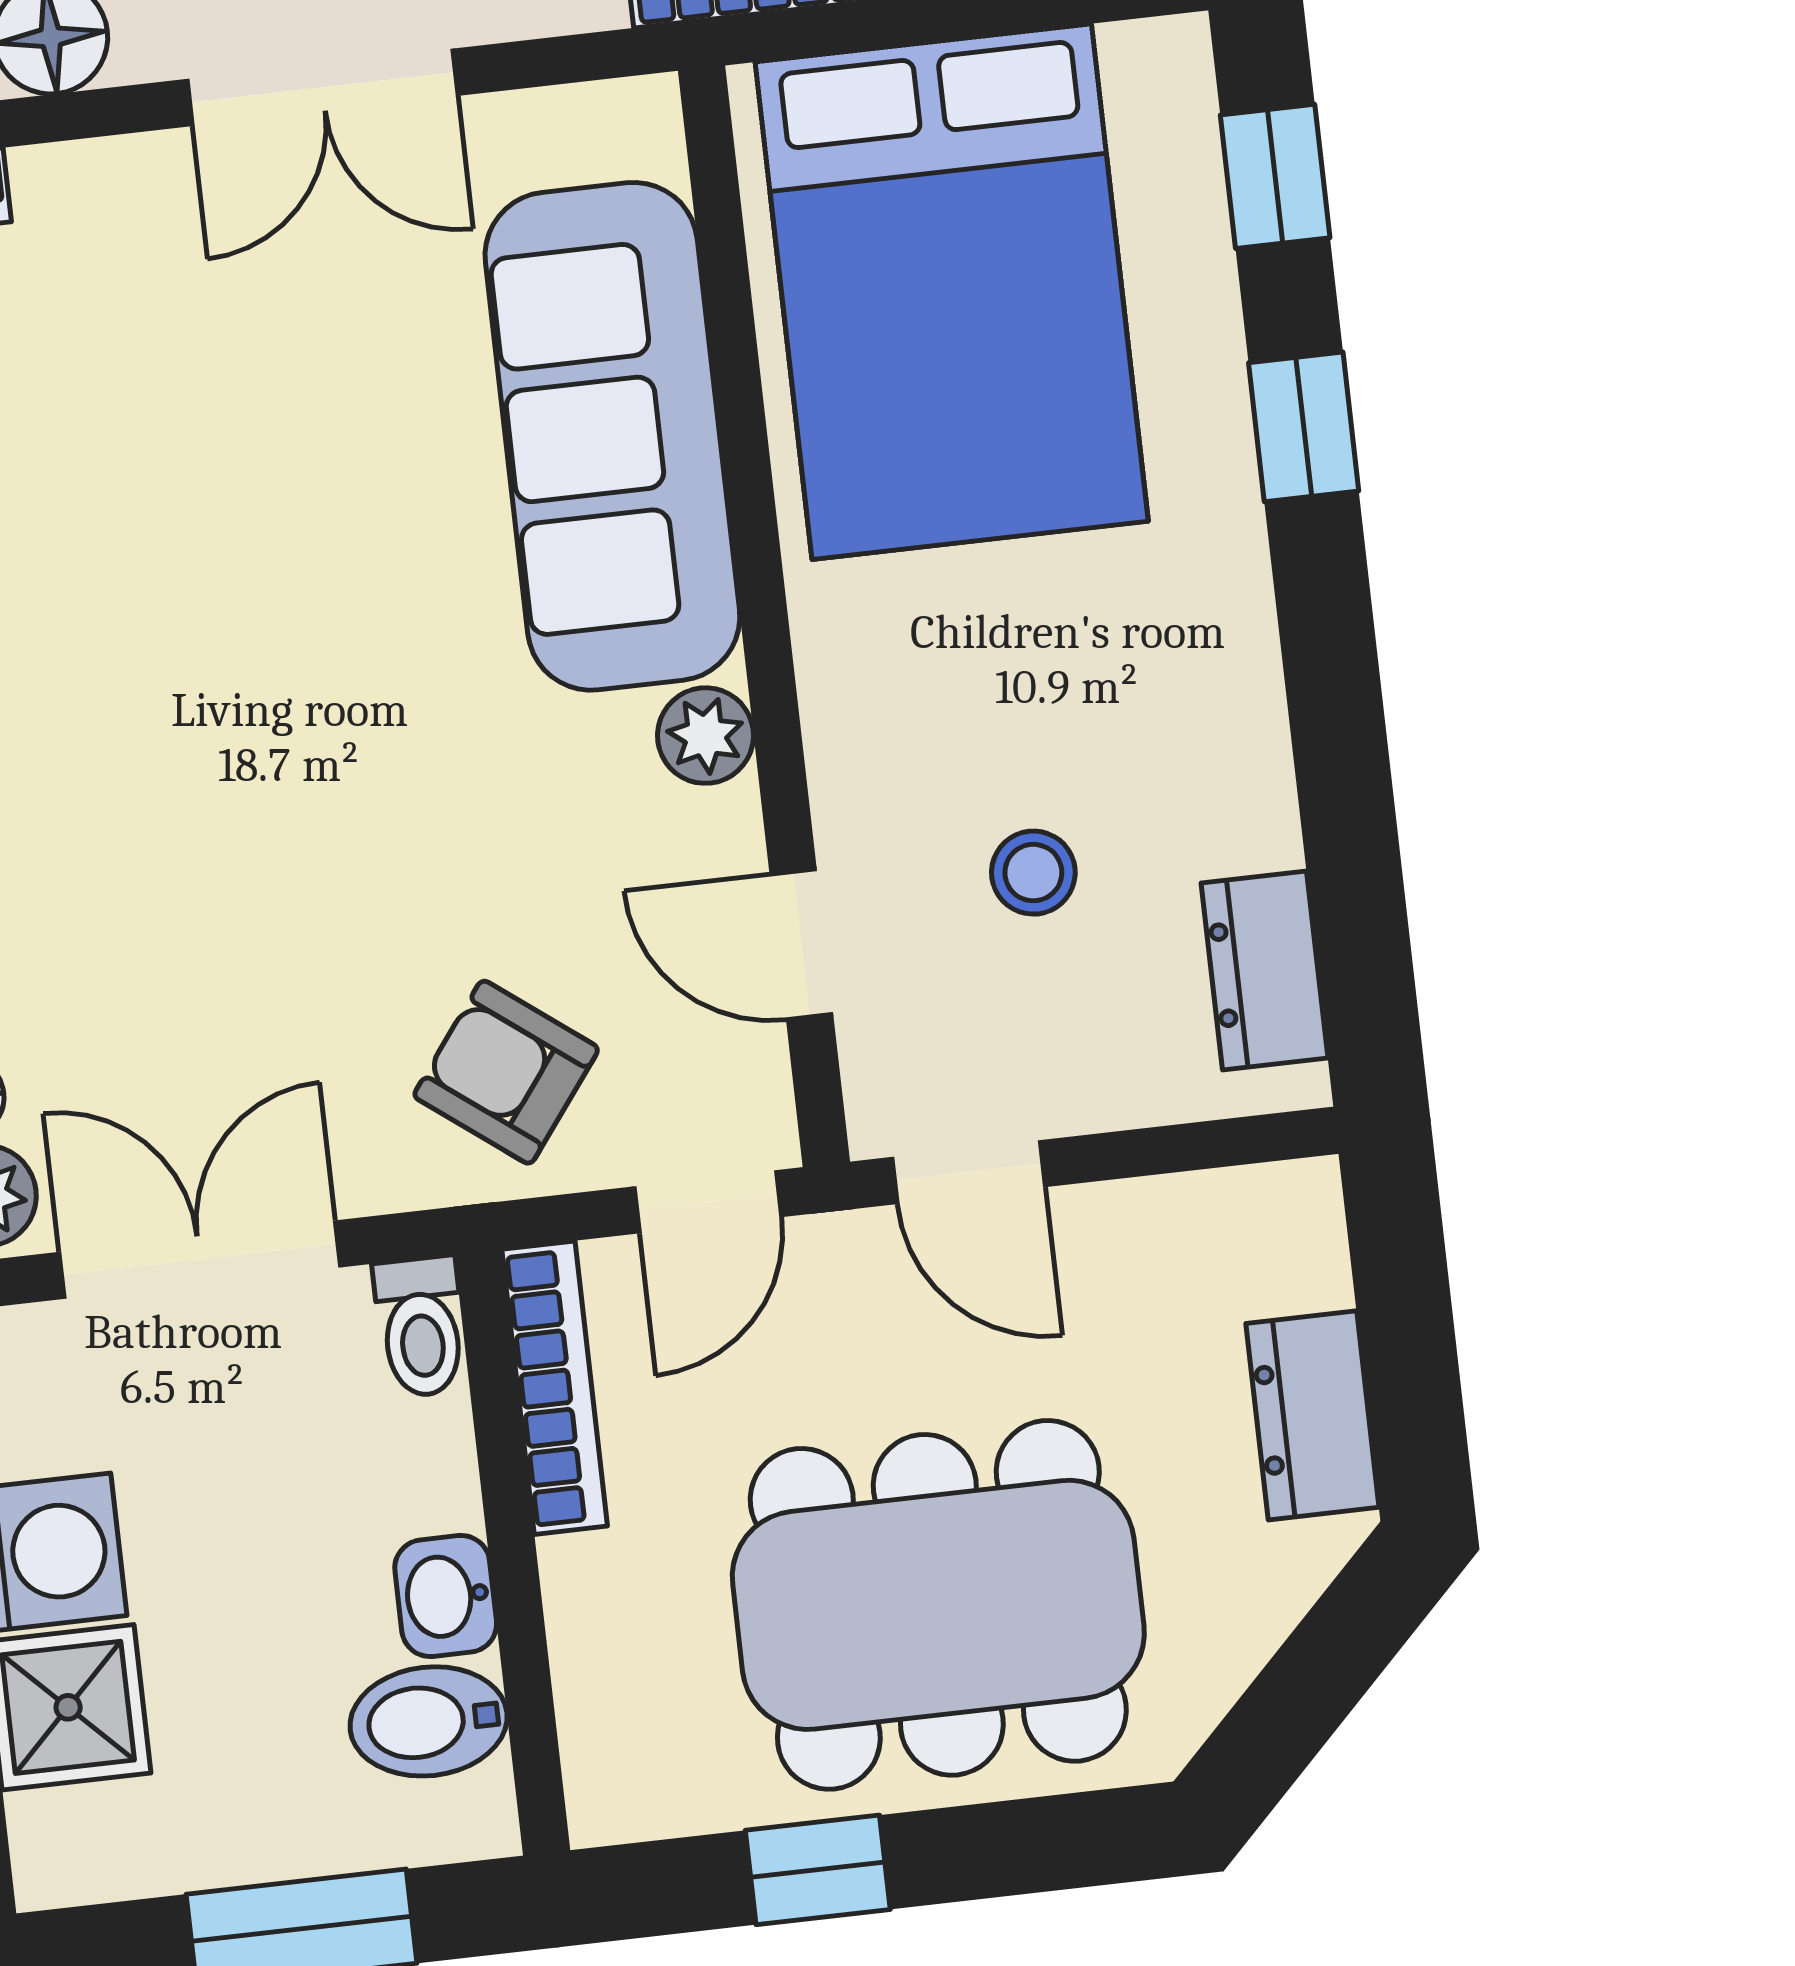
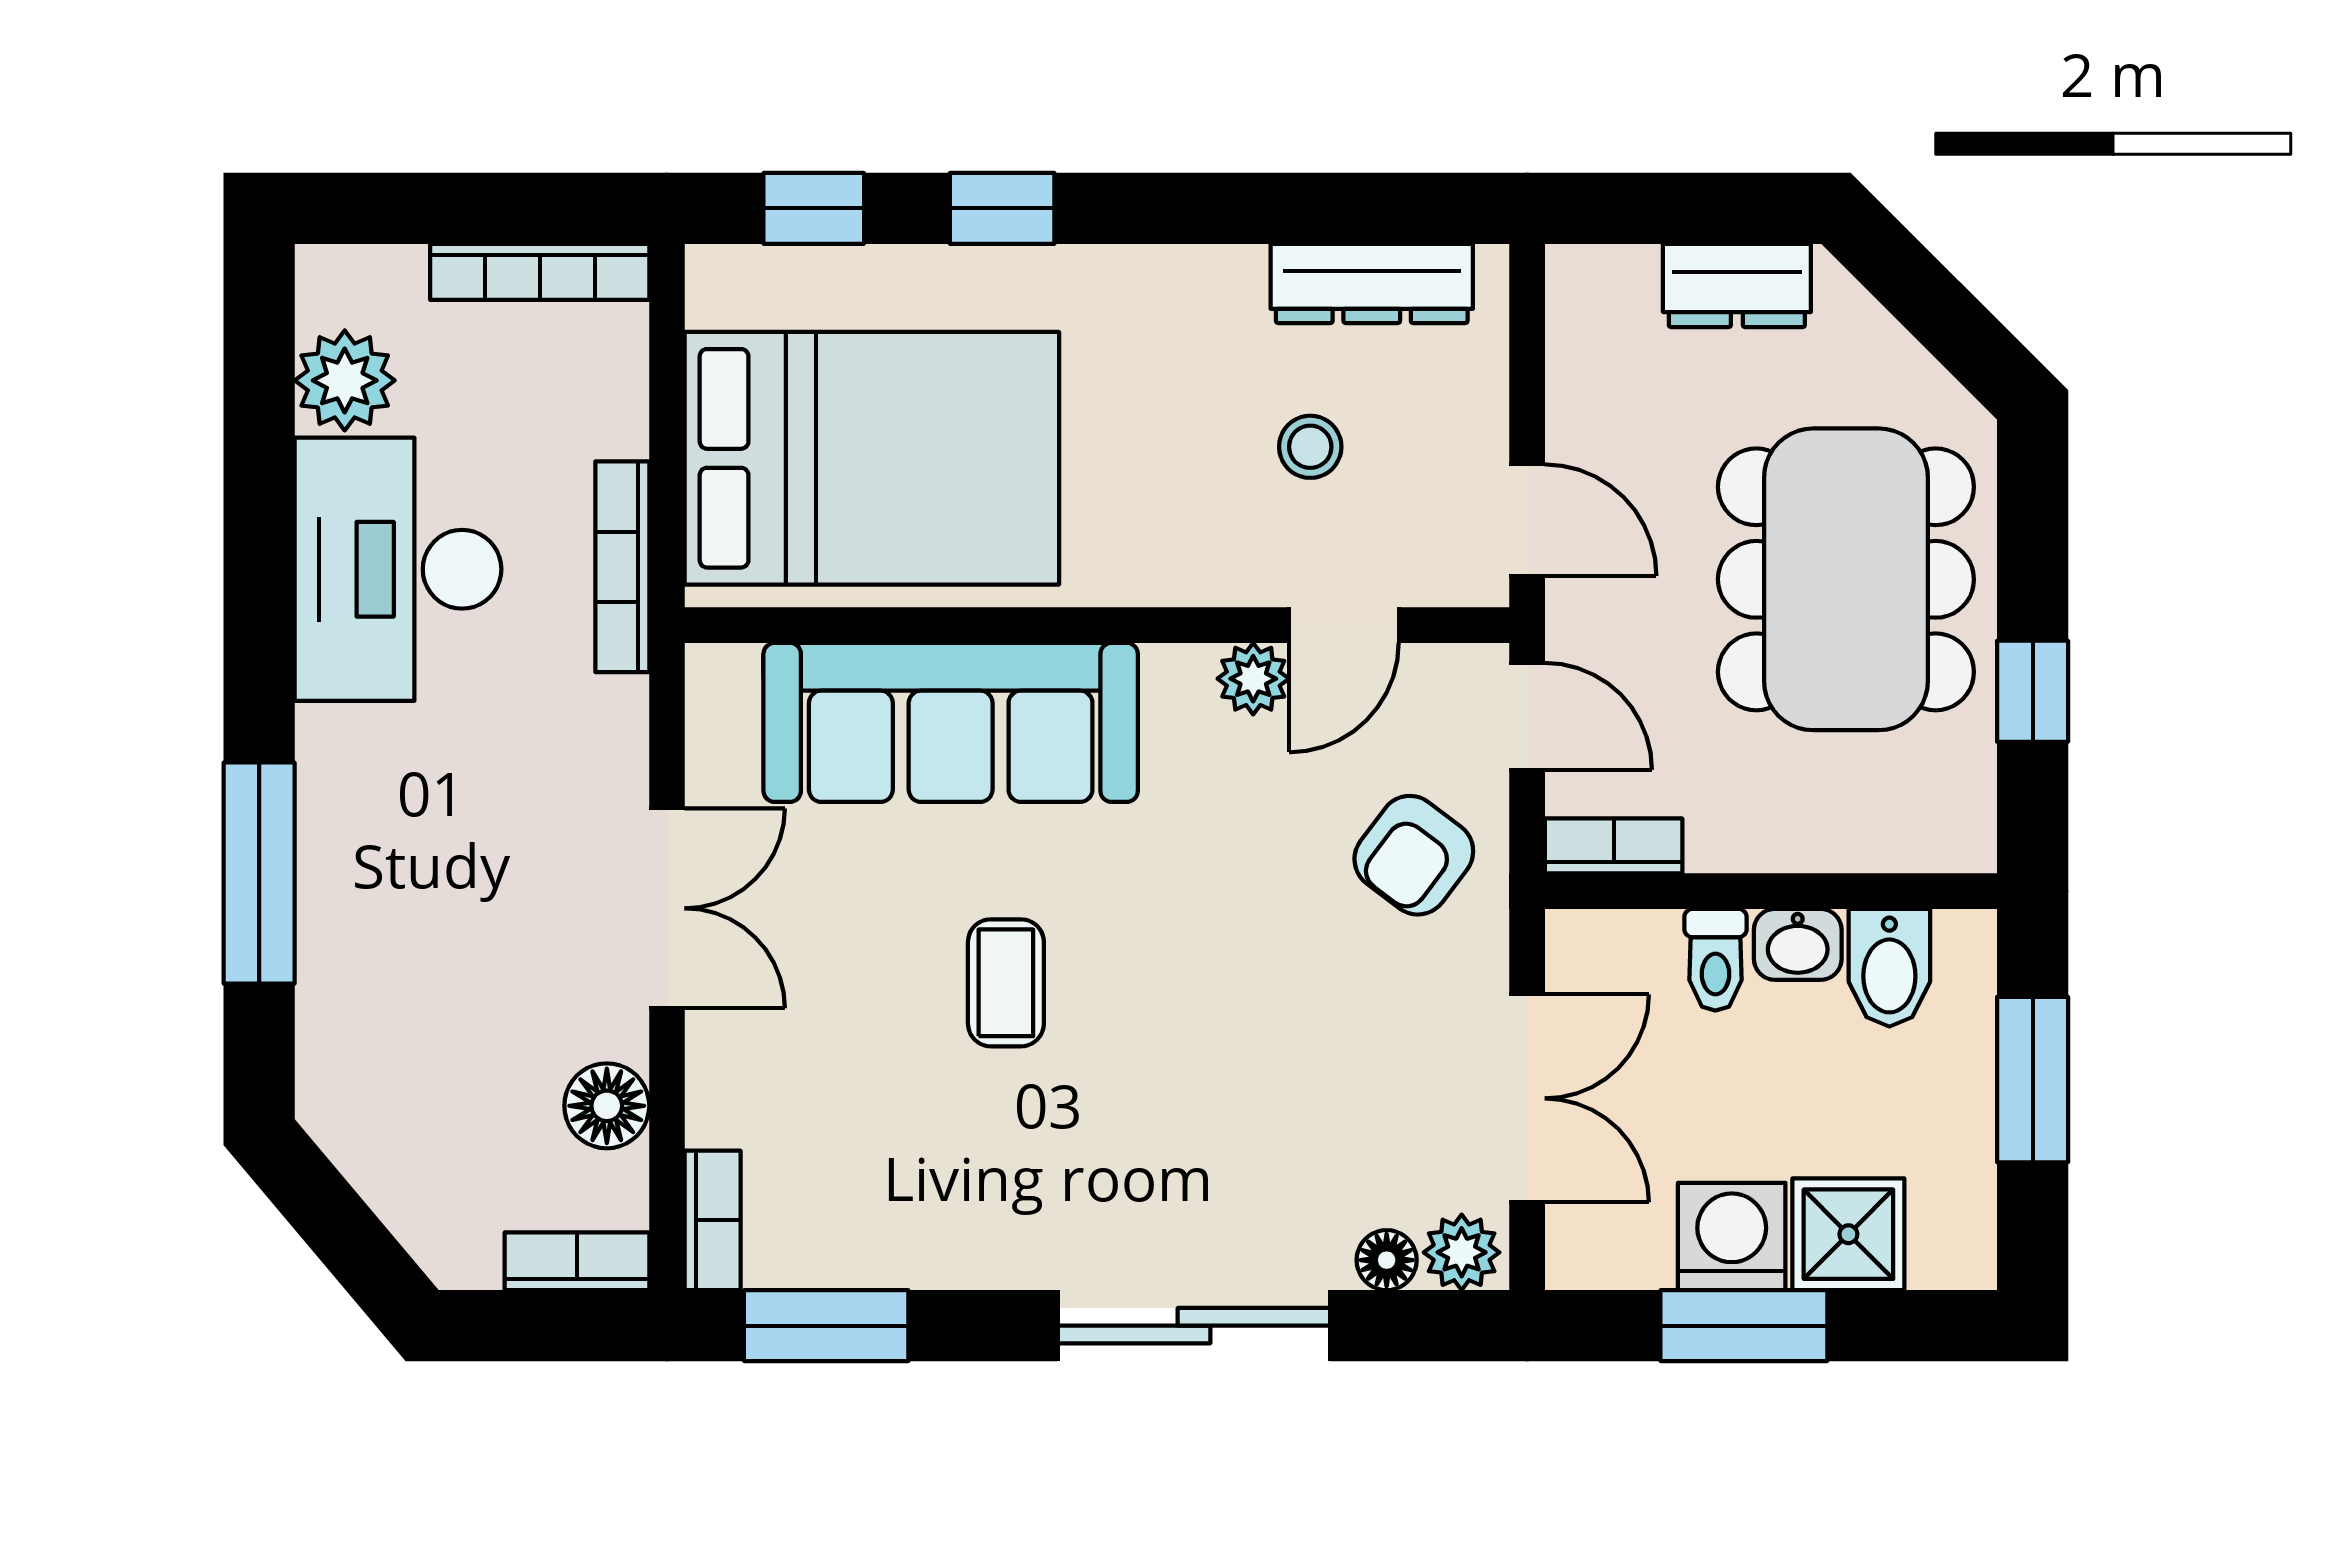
coffee table: (275, 549) -> (1006, 983), added
plant: (705, 736) -> (1253, 679), moved
dresser: (1265, 971) -> (1372, 283), width x1.44
door: (969, 1172) -> (1527, 520), hinge flipped
double door: (200, 1260) -> (1527, 1098), swing flipped
toilet: (421, 1327) -> (1715, 960), moved, turned 90
bookcase: (555, 1388) -> (1614, 846), width x0.64

